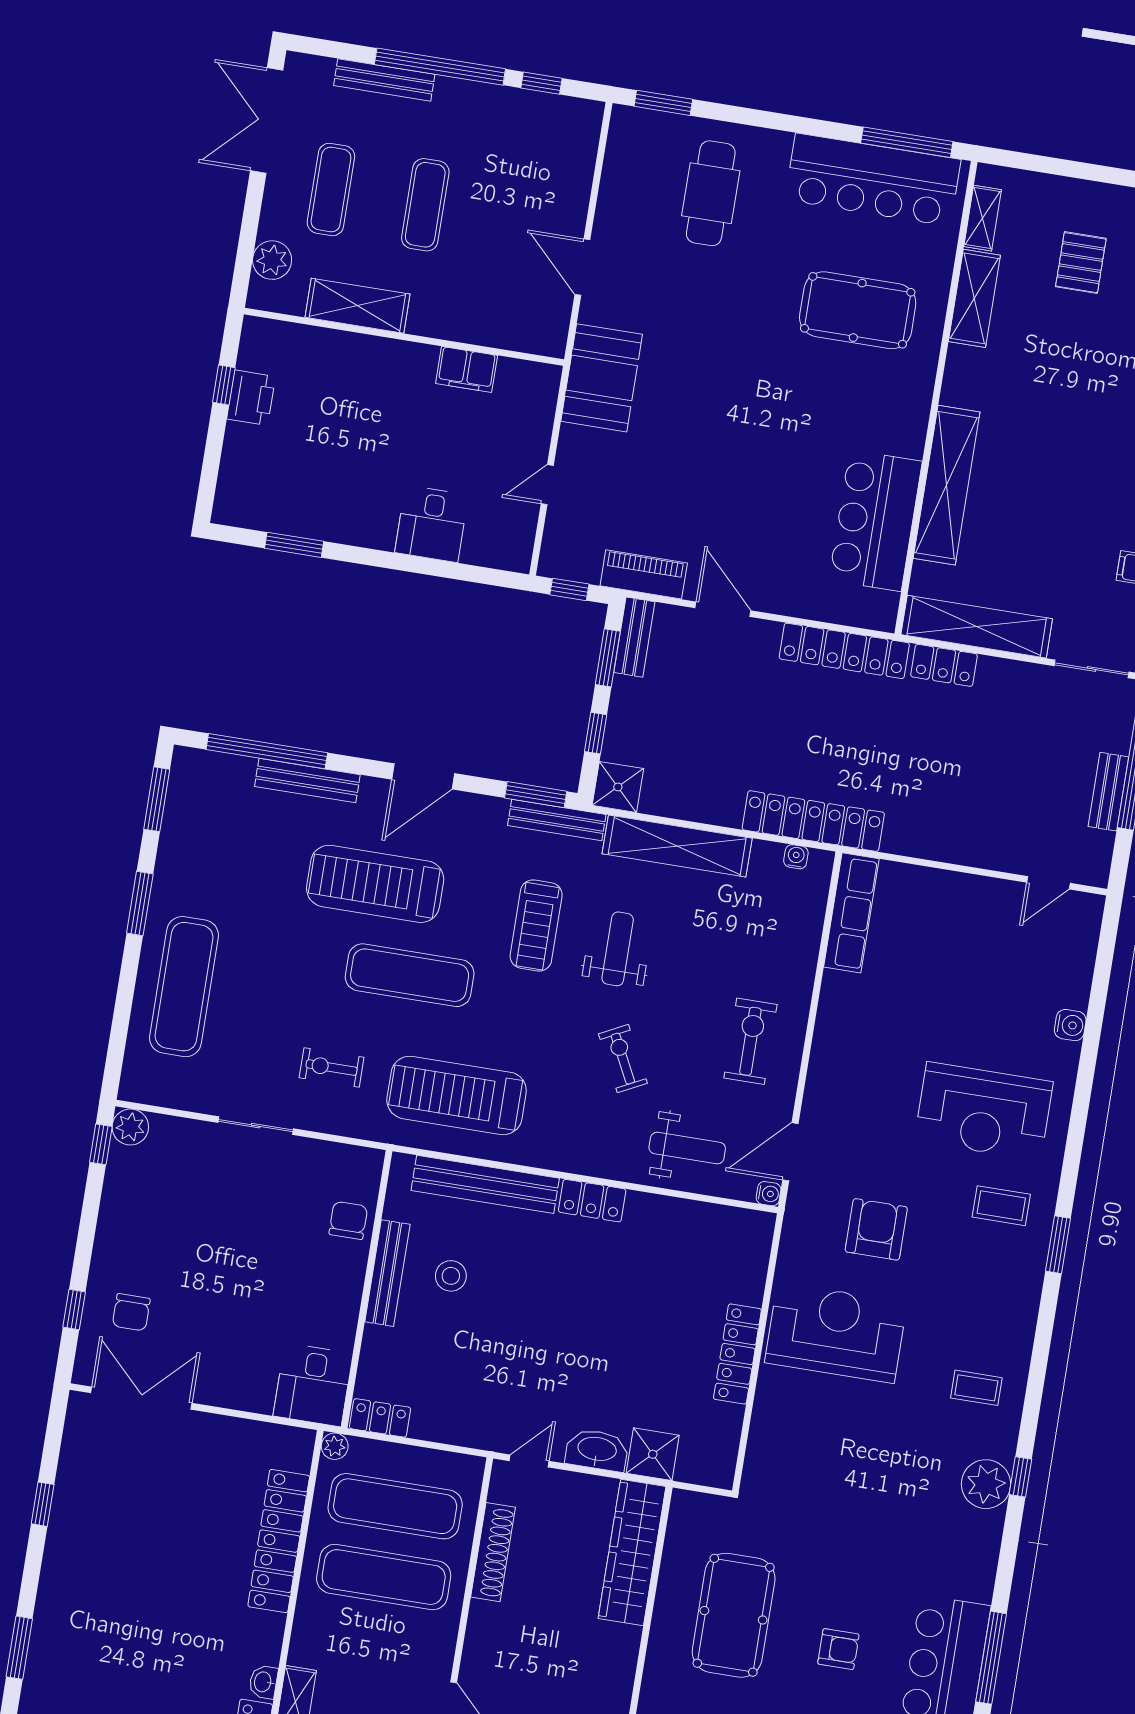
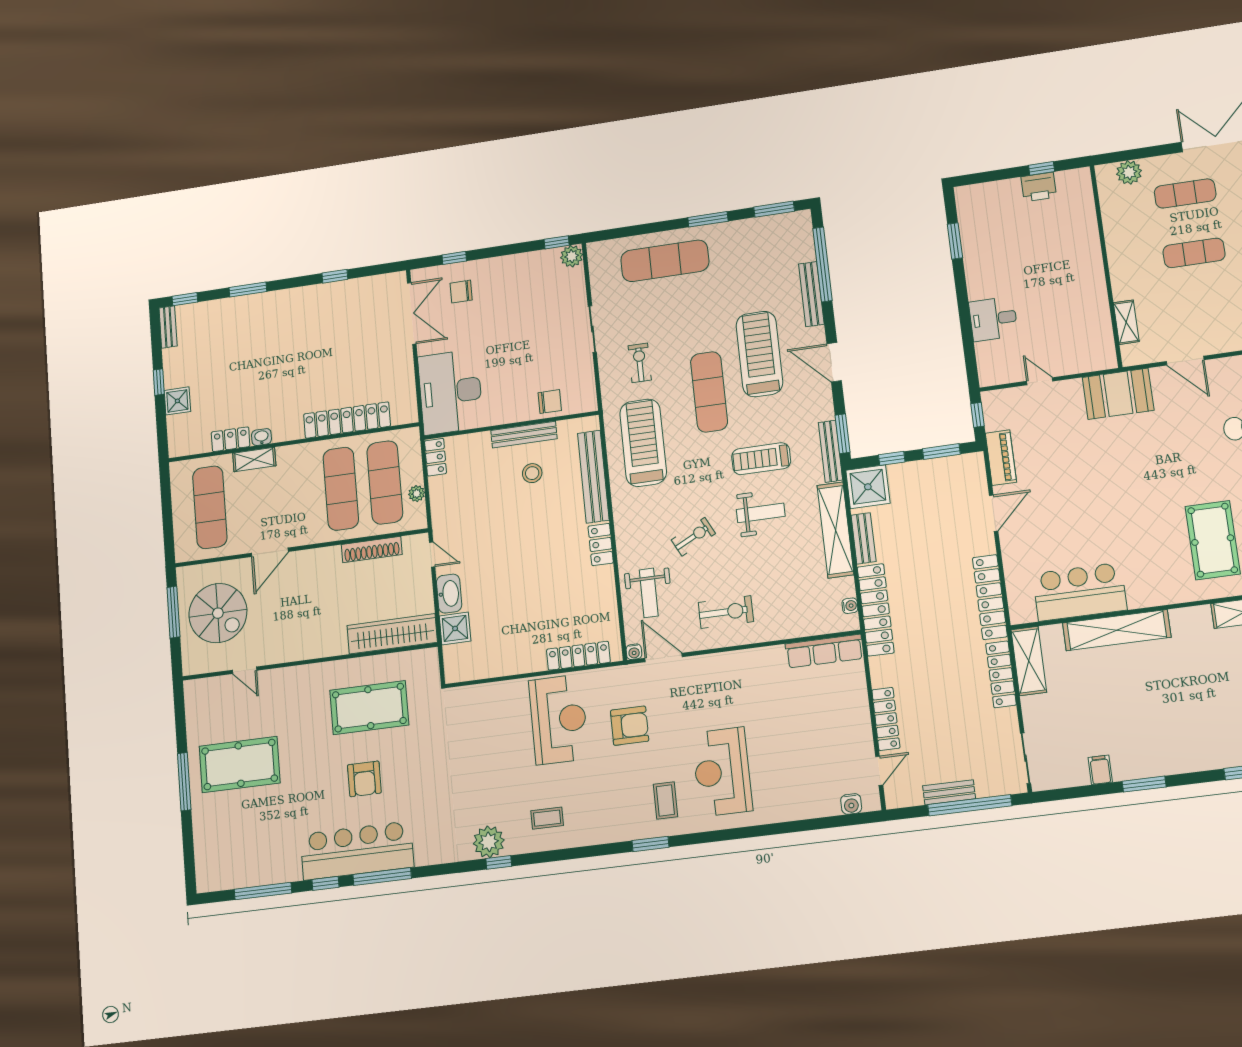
door: (582, 267) -> (1185, 361), swing flipped
shelving: (357, 306) -> (1126, 322), moved, width x0.67, depth x0.75
filing cabinet: (467, 369) -> (1097, 310), removed
shelving: (977, 627) -> (1029, 661), width x0.68
bench: (634, 637) -> (864, 538), moved, turned 90
locker: (944, 665) -> (1001, 674), width x1.53
shower: (618, 787) -> (868, 487), width x1.36, depth x1.36
locker: (977, 852) -> (886, 719), added
door: (1048, 883) -> (879, 771), swing flipped
water cooler: (1070, 1025) -> (851, 804), moved
locker: (737, 1354) -> (578, 656), moved
desk: (313, 1385) -> (450, 392), width x1.87, depth x1.30
coffee table: (976, 1388) -> (547, 818), turned 90
plant: (335, 1446) -> (417, 494), moved
armchair: (838, 1649) -> (364, 779), width x1.38, depth x1.38

